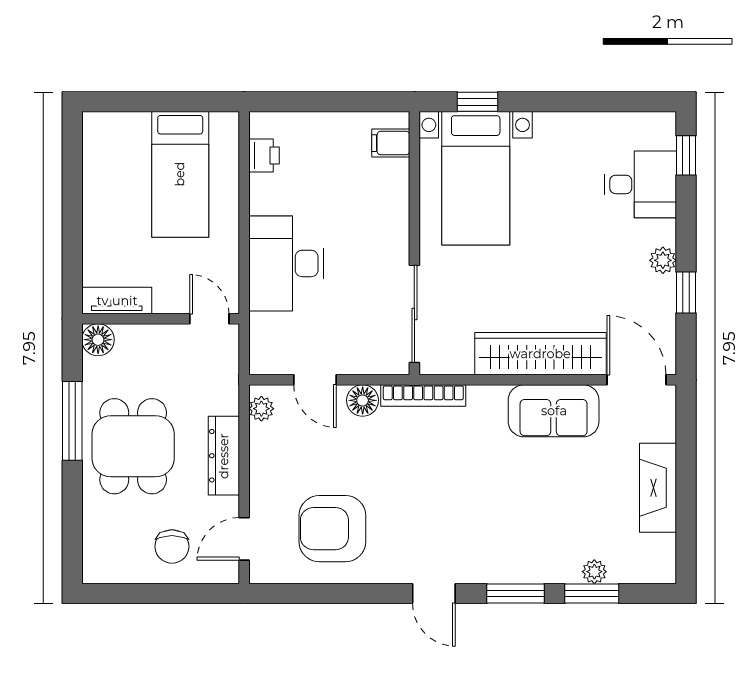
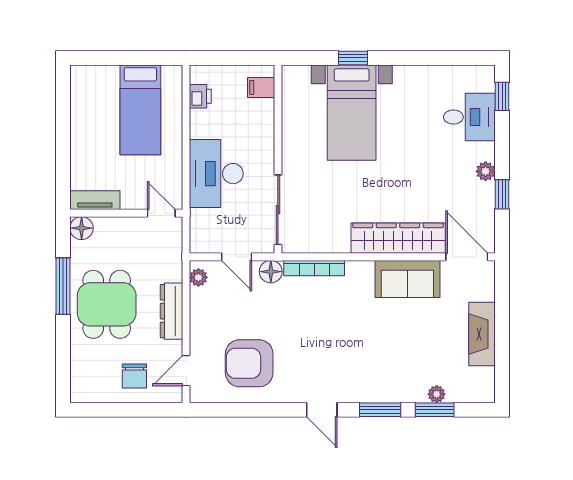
filing cabinet: (391, 143) -> (261, 87), moved
wall: (414, 243) -> (278, 159), moved
sliding door: (414, 314) -> (278, 210), moved

